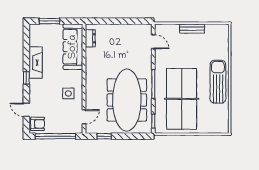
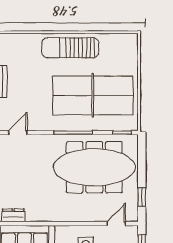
door: (84, 117) -> (116, 224), hinge flipped

